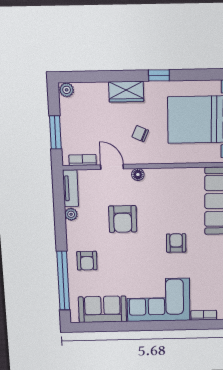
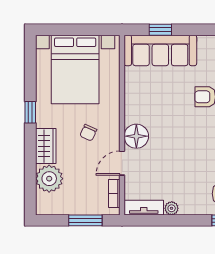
plant: (67, 90) -> (49, 179), moved, width x1.88, depth x1.88
floor lamp: (138, 175) -> (136, 136), width x1.89, depth x1.89
armchair: (123, 219) -> (178, 154), removed

